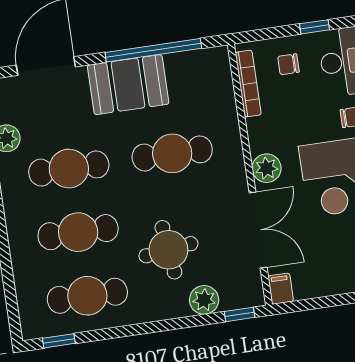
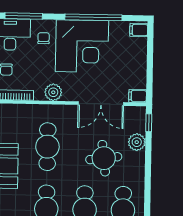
plant: (267, 168) -> (53, 92), moved
double door: (258, 230) -> (101, 104), swing flipped

